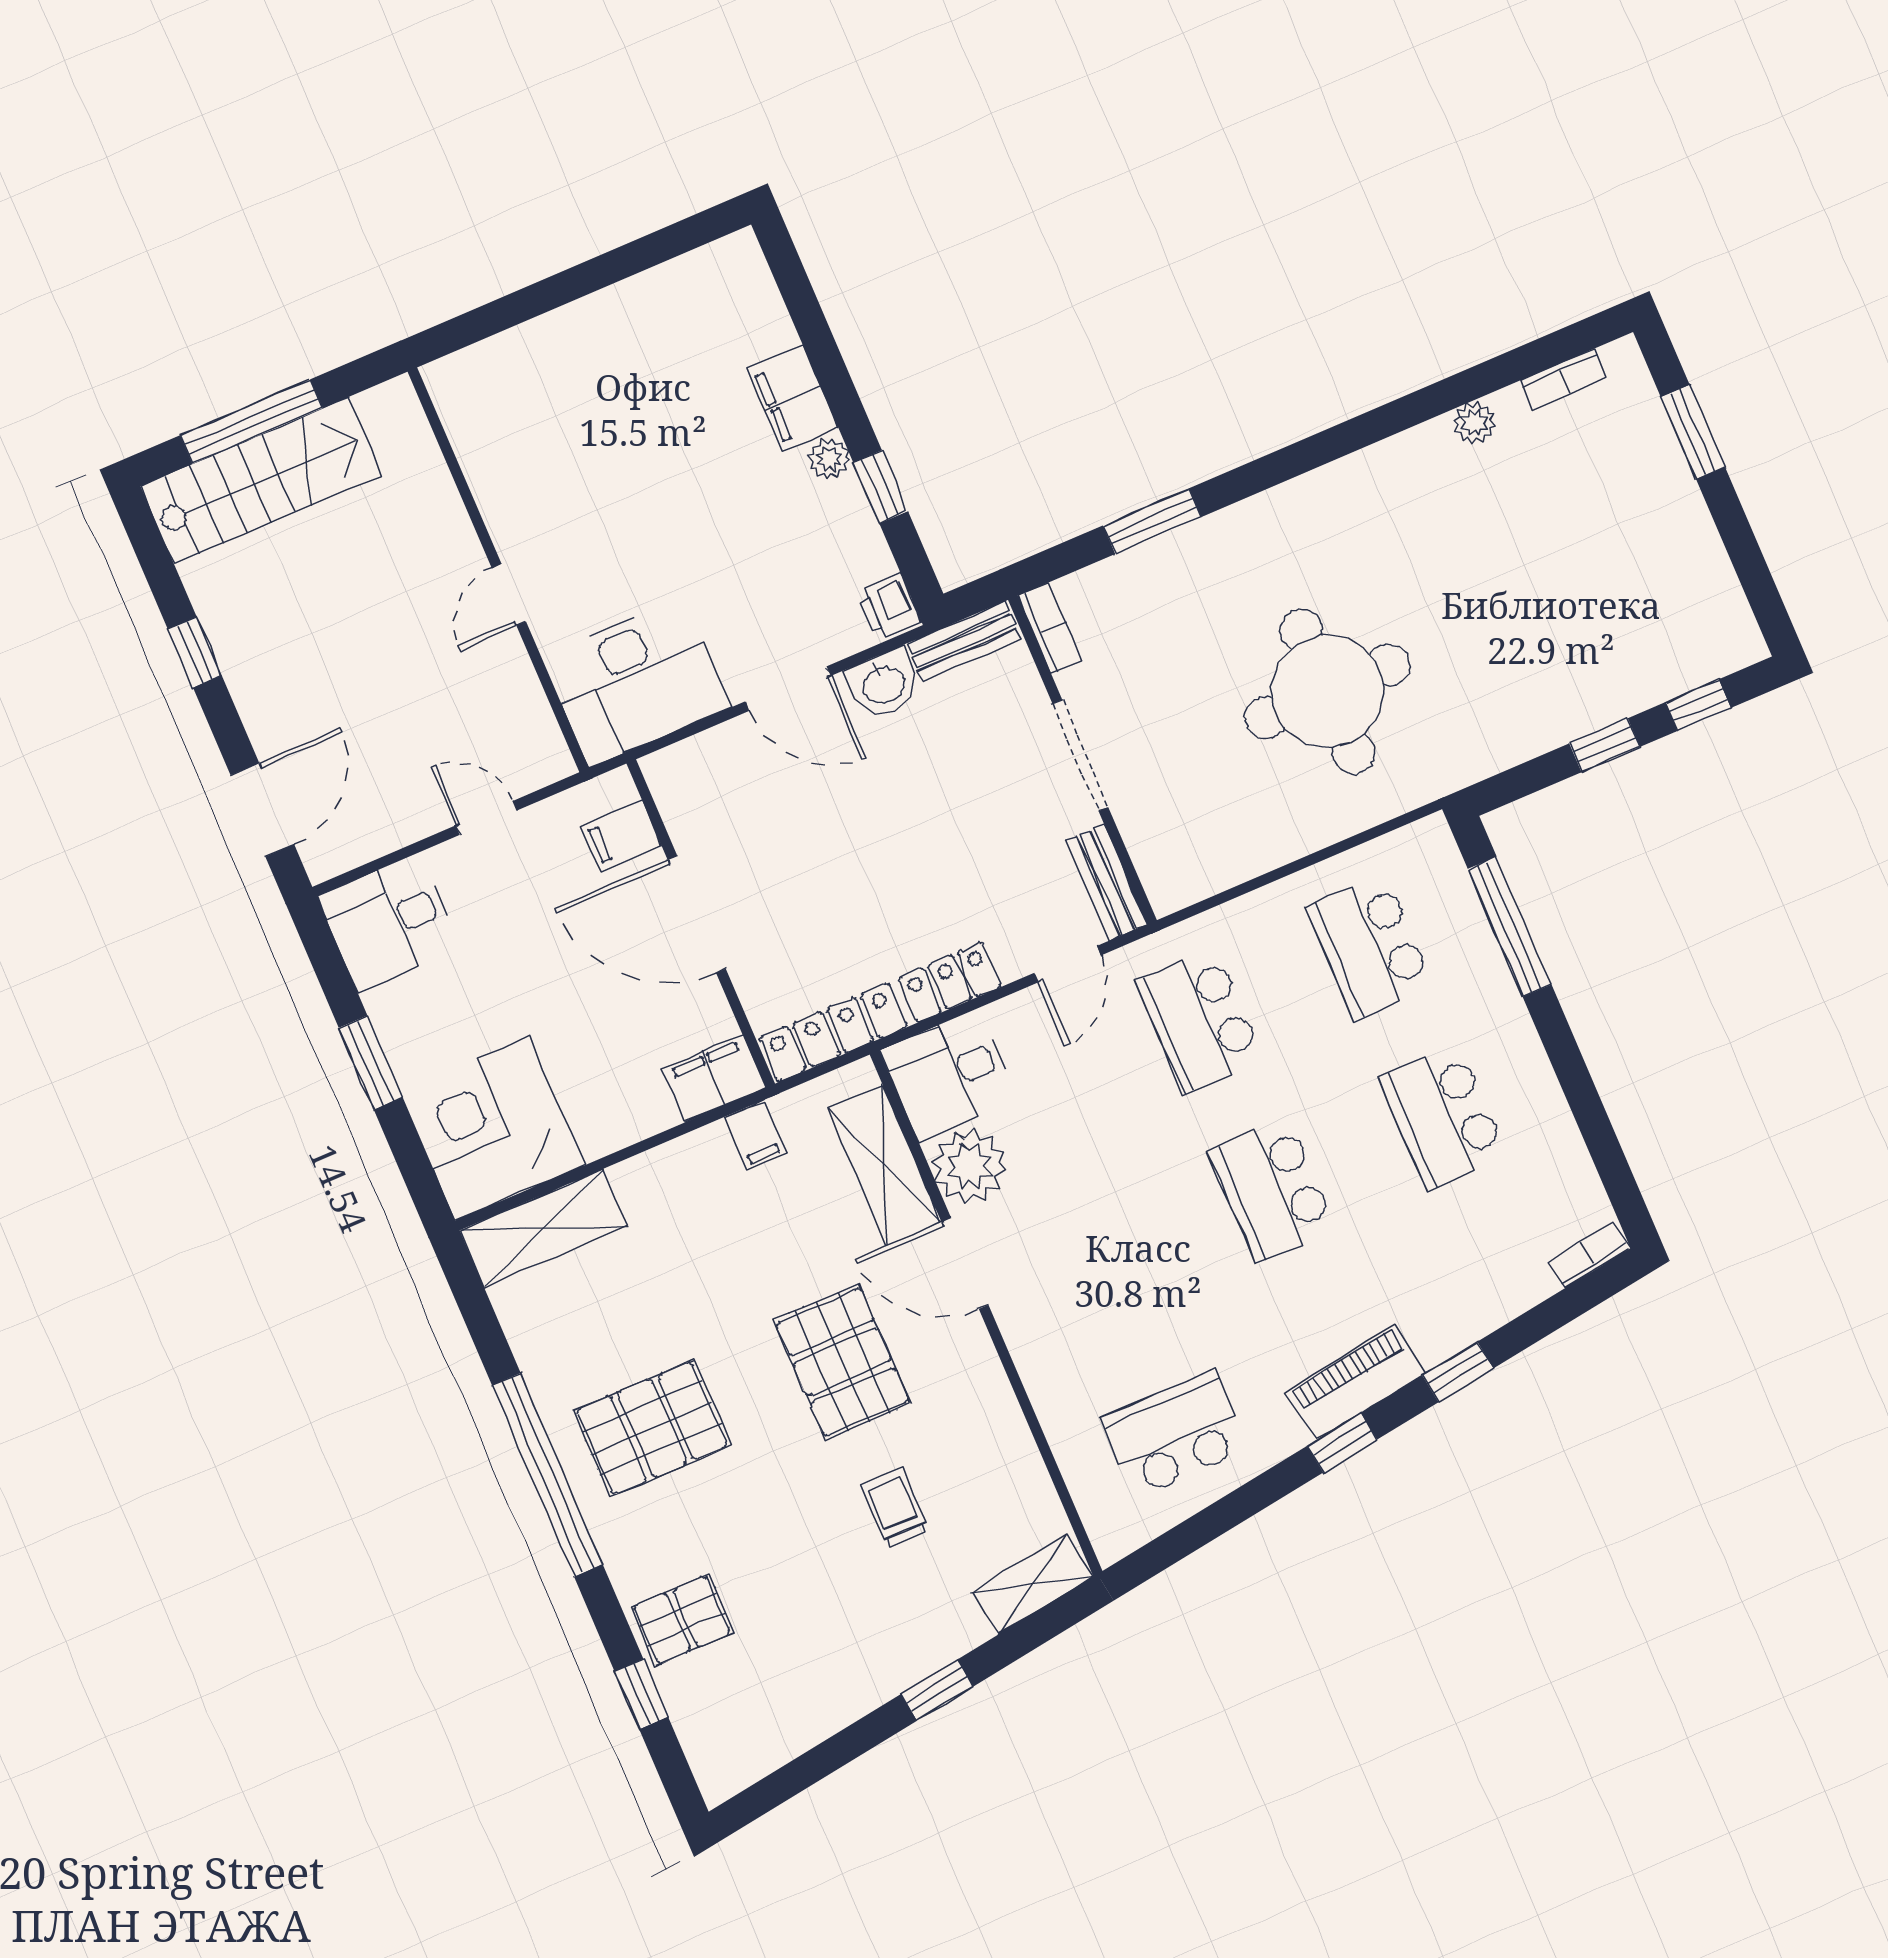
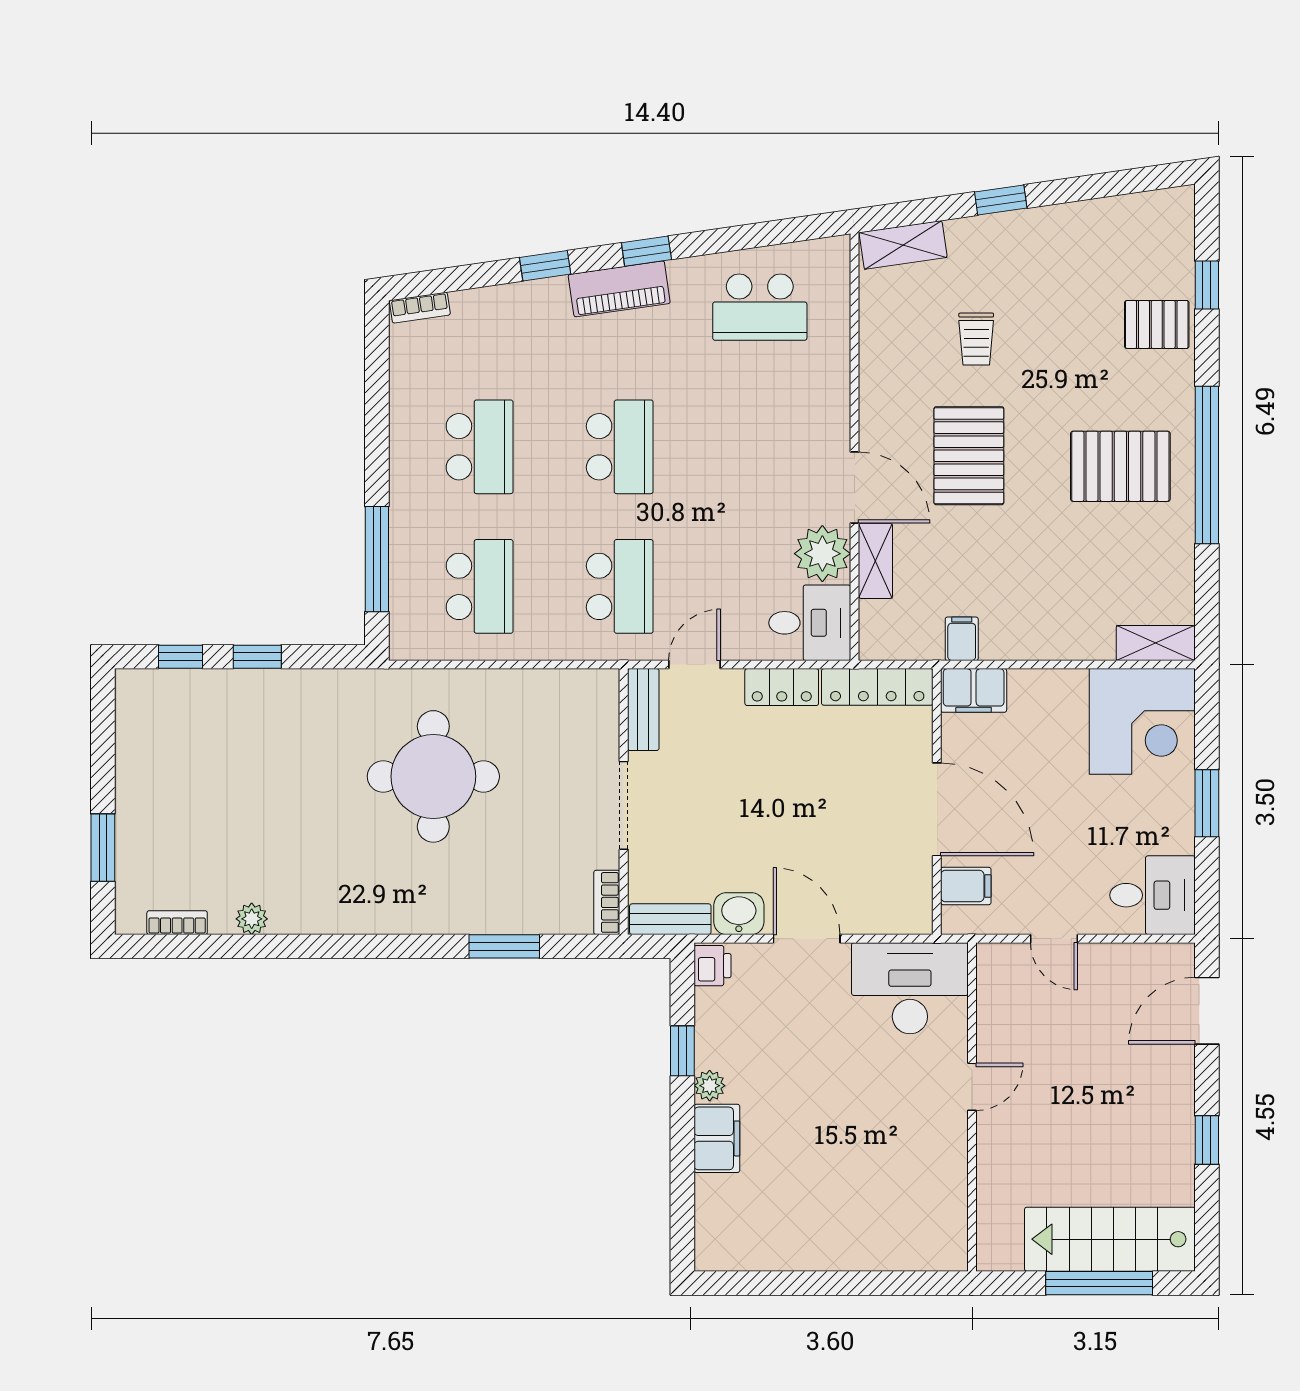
shelving: (885, 1165) -> (875, 561), width x0.67, depth x0.75
shelving: (544, 1228) -> (1155, 643), width x0.67, depth x0.75

